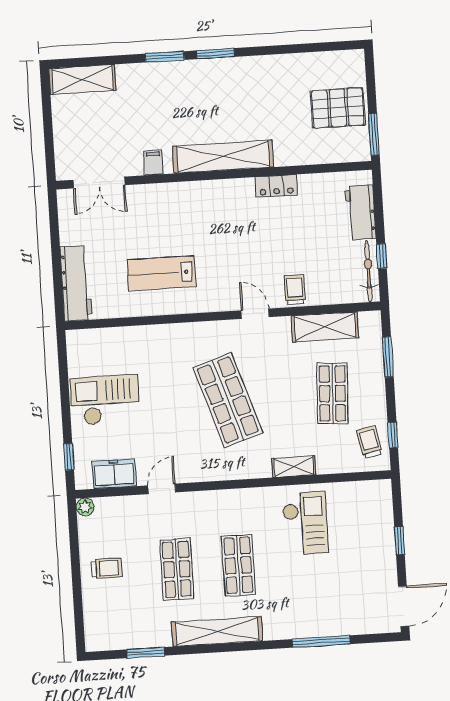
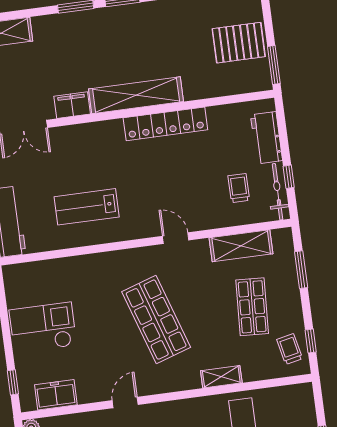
filing cabinet: (153, 163) -> (72, 105), width x2.00
locker: (276, 186) -> (165, 124), width x2.16, depth x1.21
trolley: (295, 290) -> (239, 188), moved
door: (162, 489) -> (125, 403), moved

